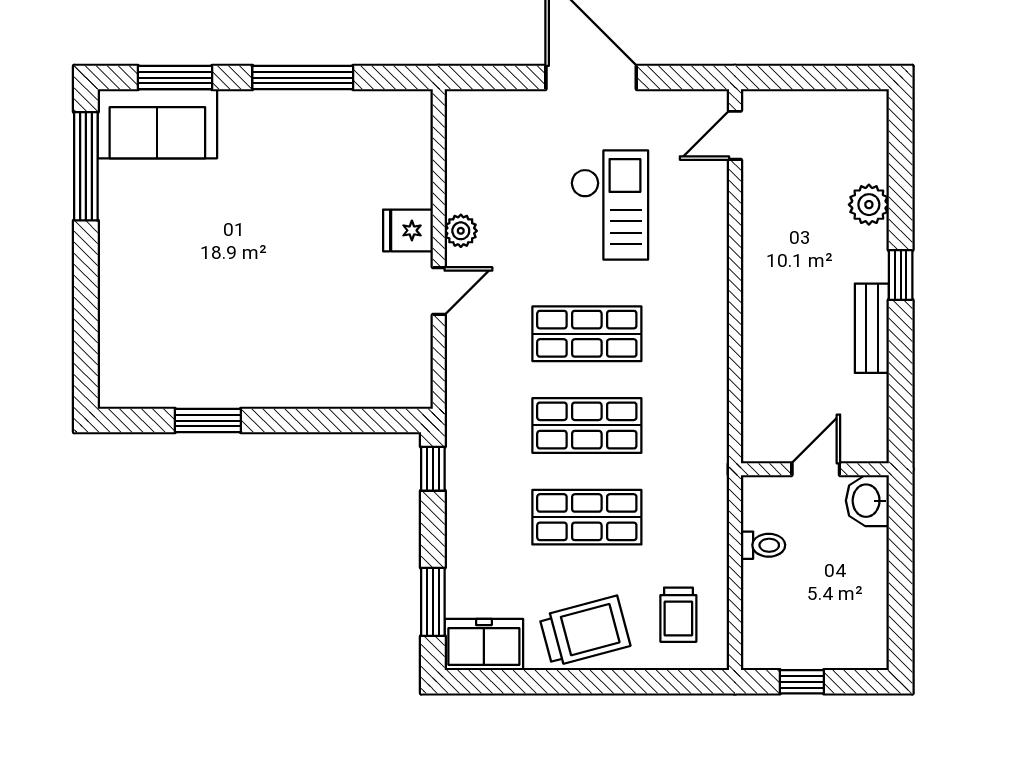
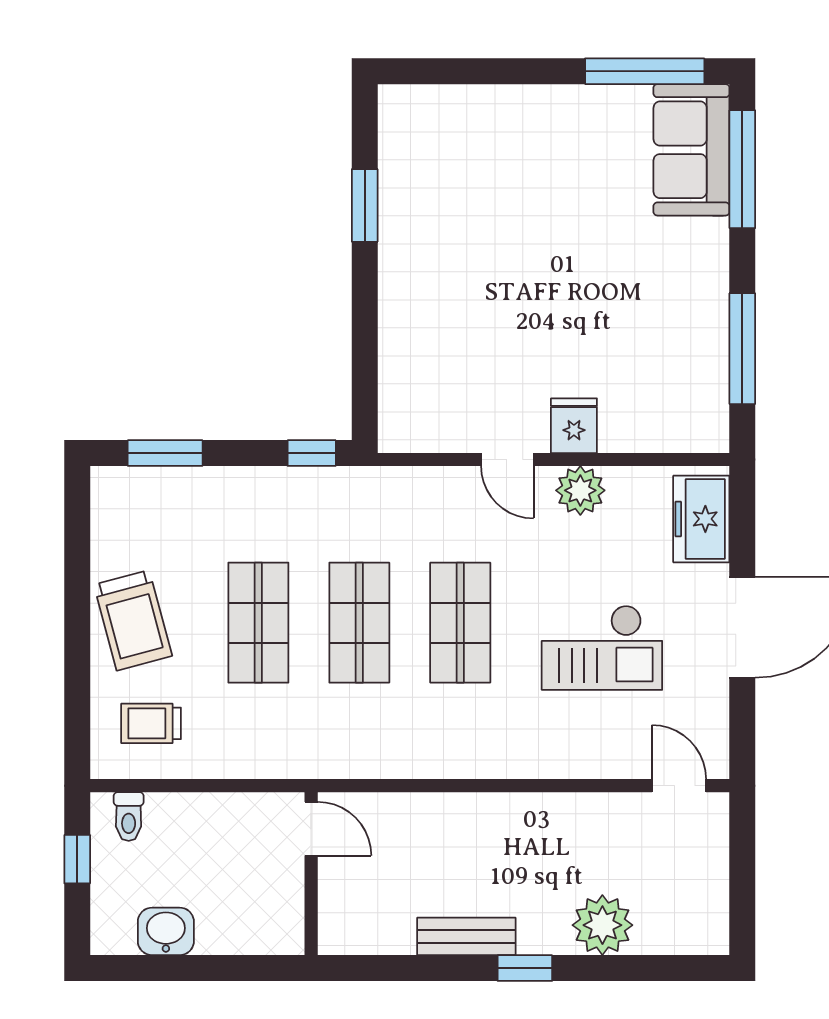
window: (175, 78) -> (742, 169), width x1.44
window: (303, 78) -> (742, 349), moved
plant: (869, 205) -> (602, 925), width x1.36, depth x1.36
plant: (461, 231) -> (580, 490), width x1.38, depth x1.38
door: (816, 469) -> (311, 829), moved
washbasin: (867, 501) -> (166, 931), moved
toilet: (763, 545) -> (129, 817), moved
freezer: (484, 644) -> (701, 519), moved, turned 180

